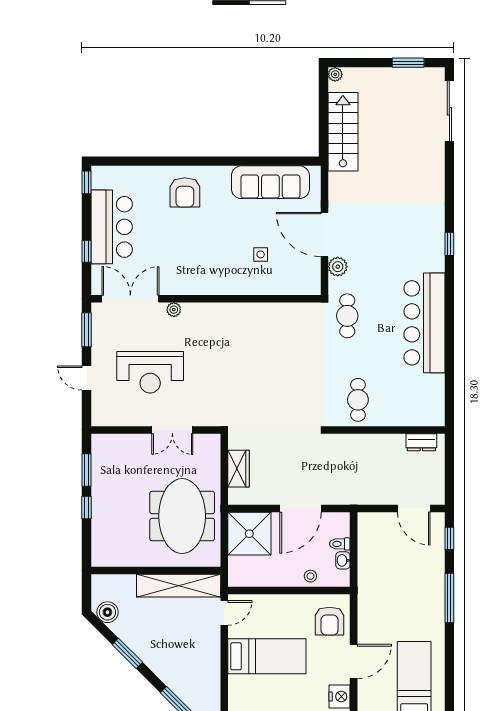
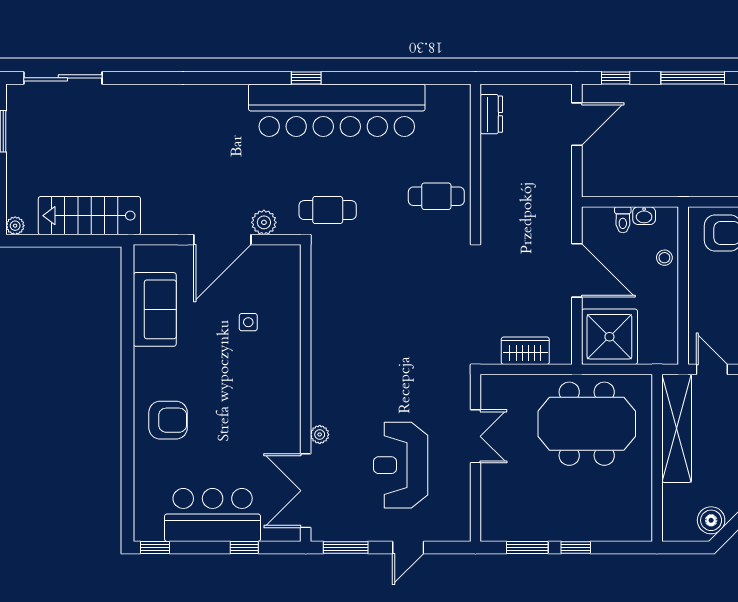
sofa: (270, 182) -> (155, 309), width x0.73
window: (449, 244) -> (306, 78), moved
bar counter: (424, 323) -> (337, 110), width x1.36
reception desk: (150, 372) -> (401, 465), turned 180

